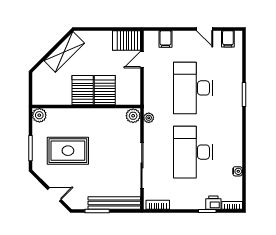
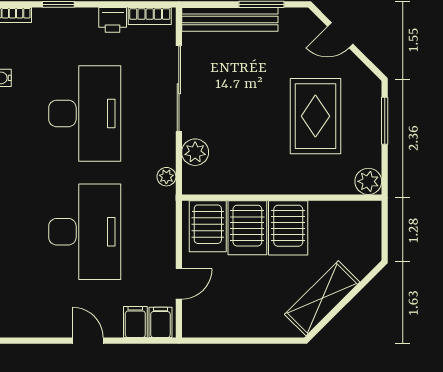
door: (205, 29) -> (88, 341), moved
filing cabinet: (228, 39) -> (160, 322), moved
server rack: (126, 40) -> (208, 226), moved, turned 90
plant: (133, 116) -> (195, 152), moved
rug: (68, 151) -> (315, 116), turned 90
printer: (213, 203) -> (113, 20), moved

